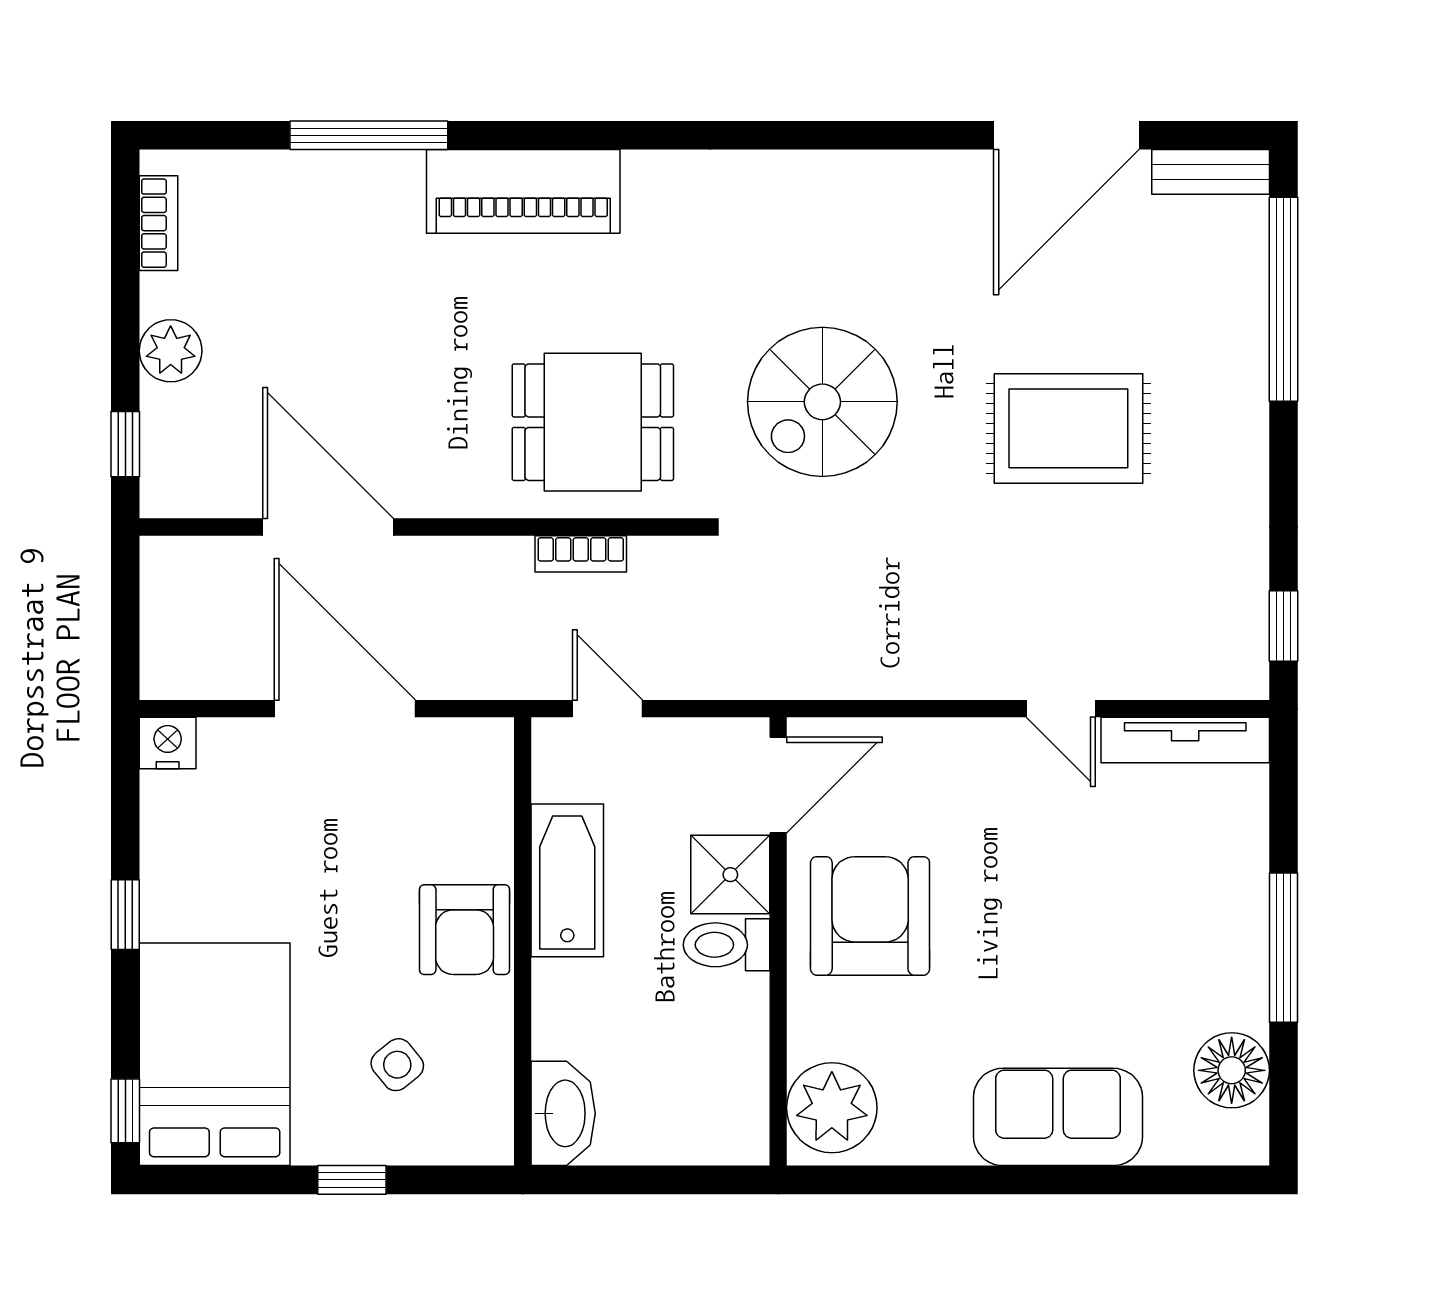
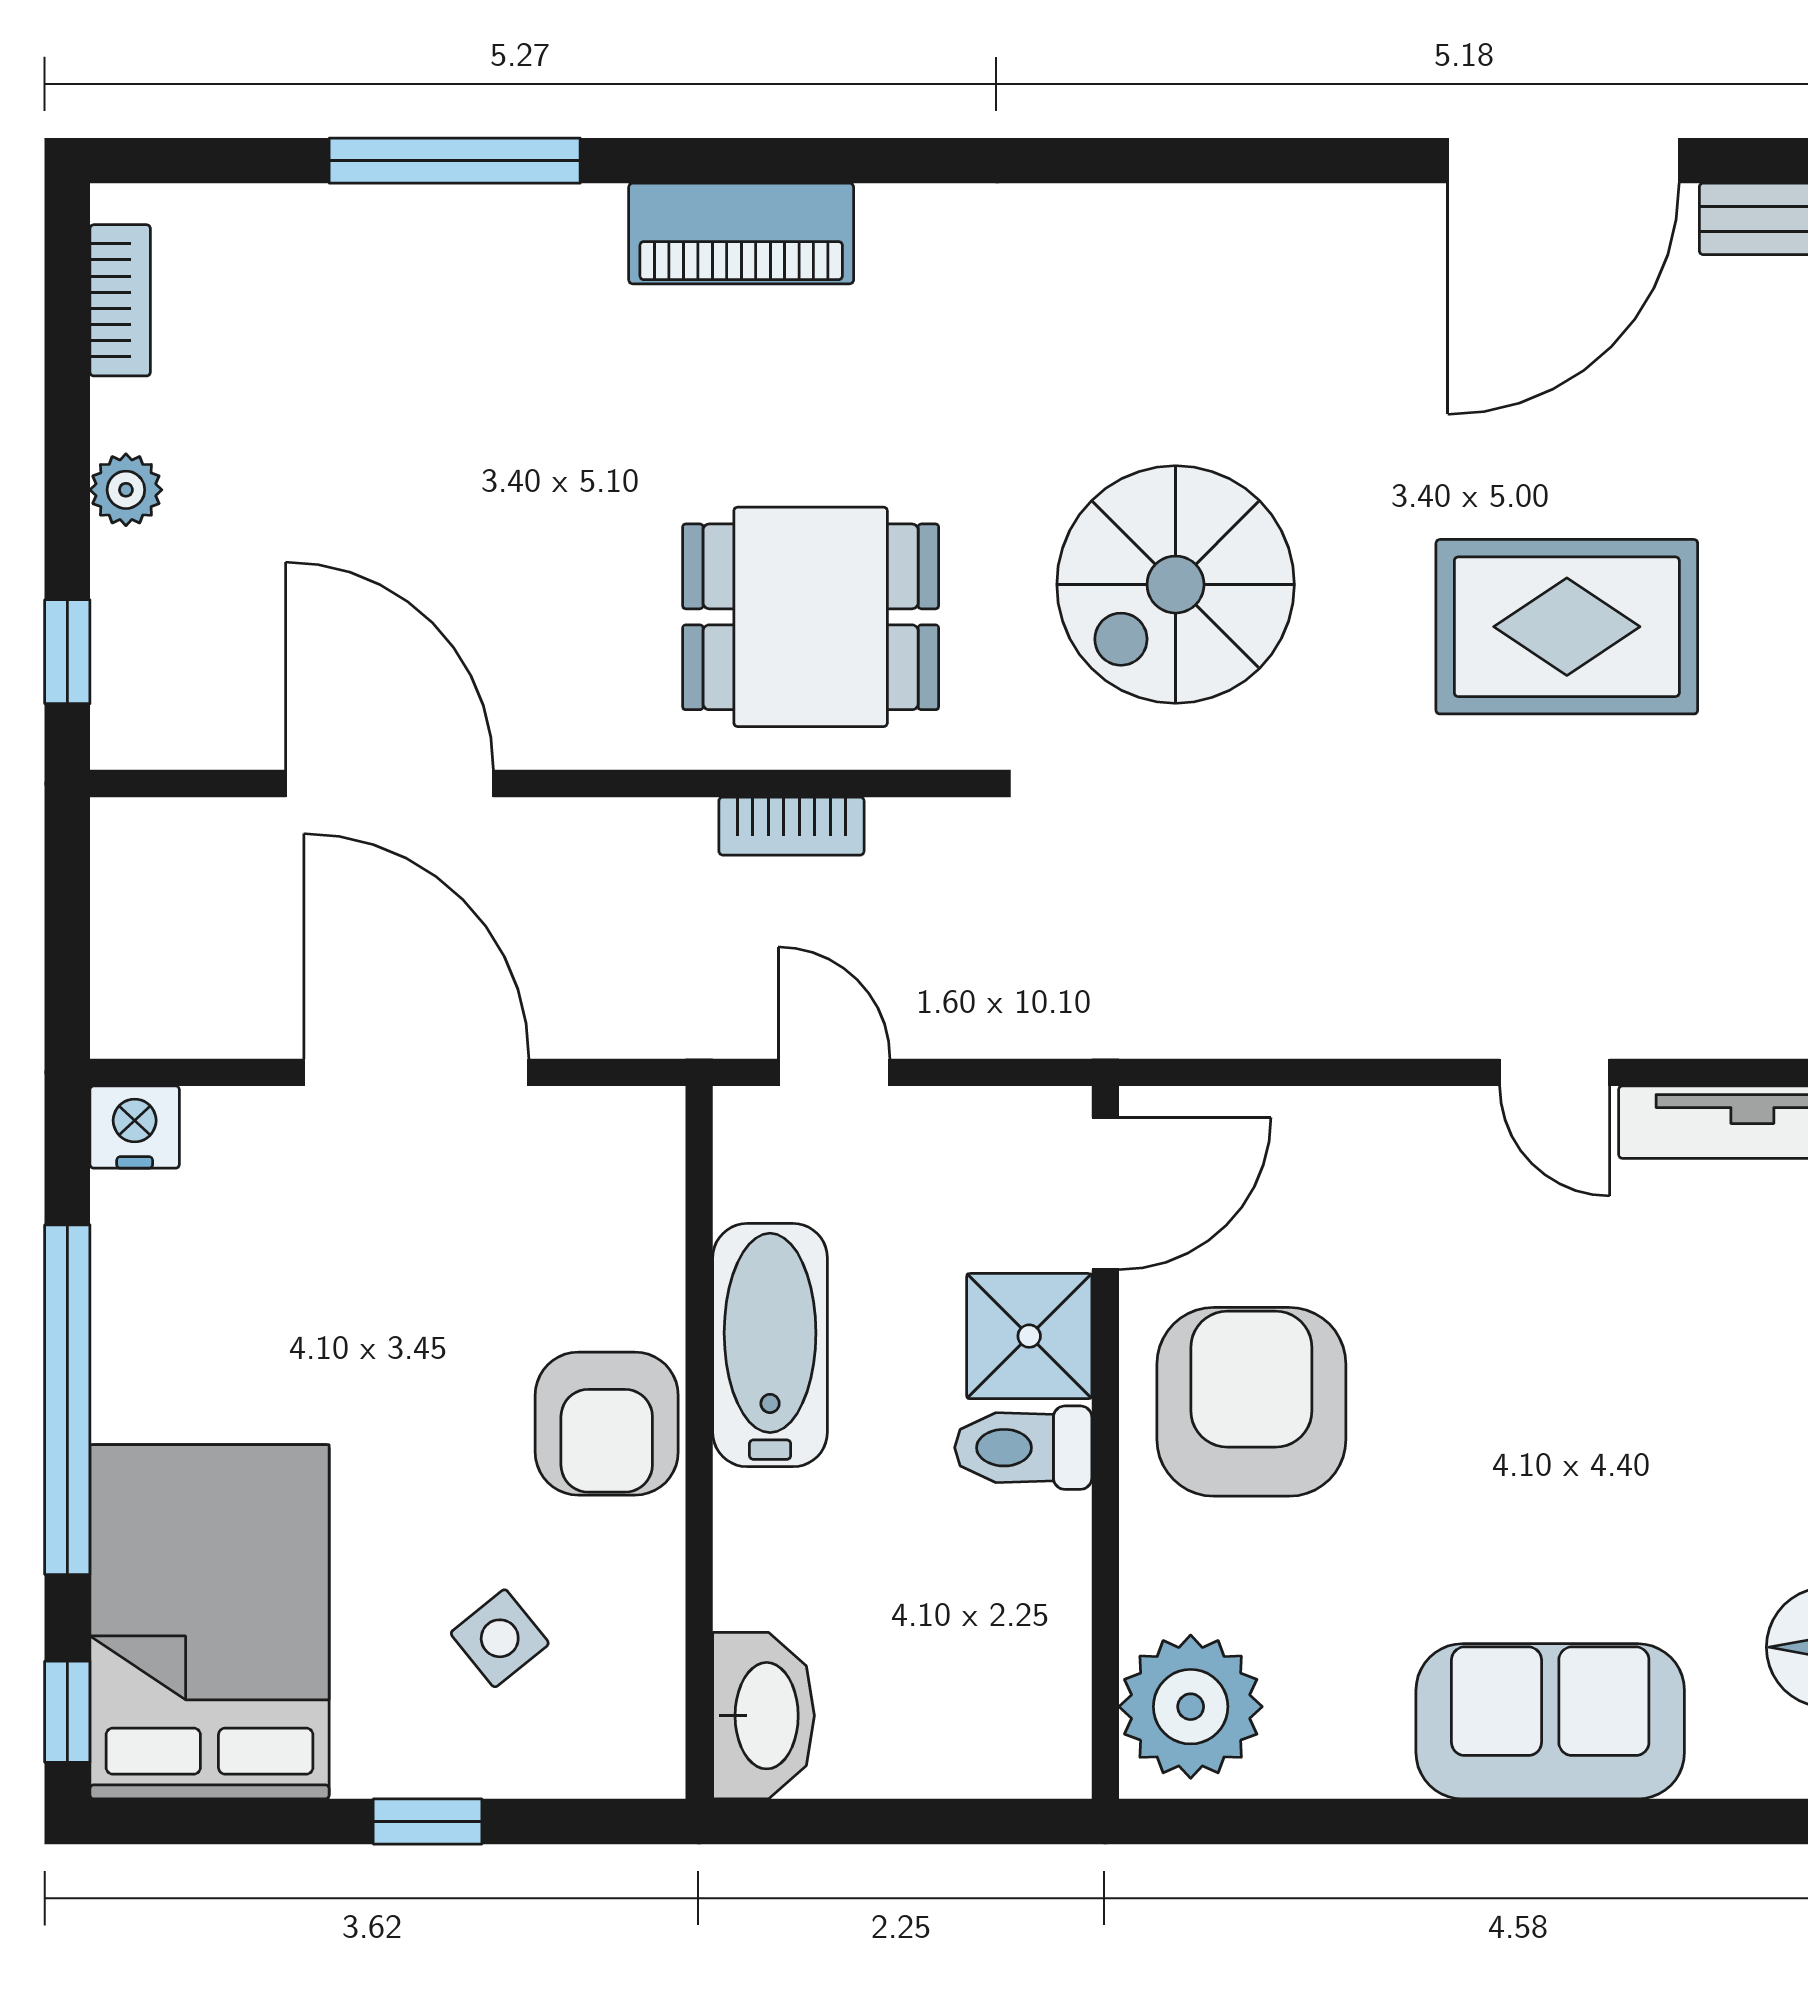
piano: (523, 191) -> (741, 233), width x0.73, depth x0.75
plant: (171, 351) -> (126, 490), width x0.73, depth x0.73
window: (125, 915) -> (67, 1400), width x3.17

